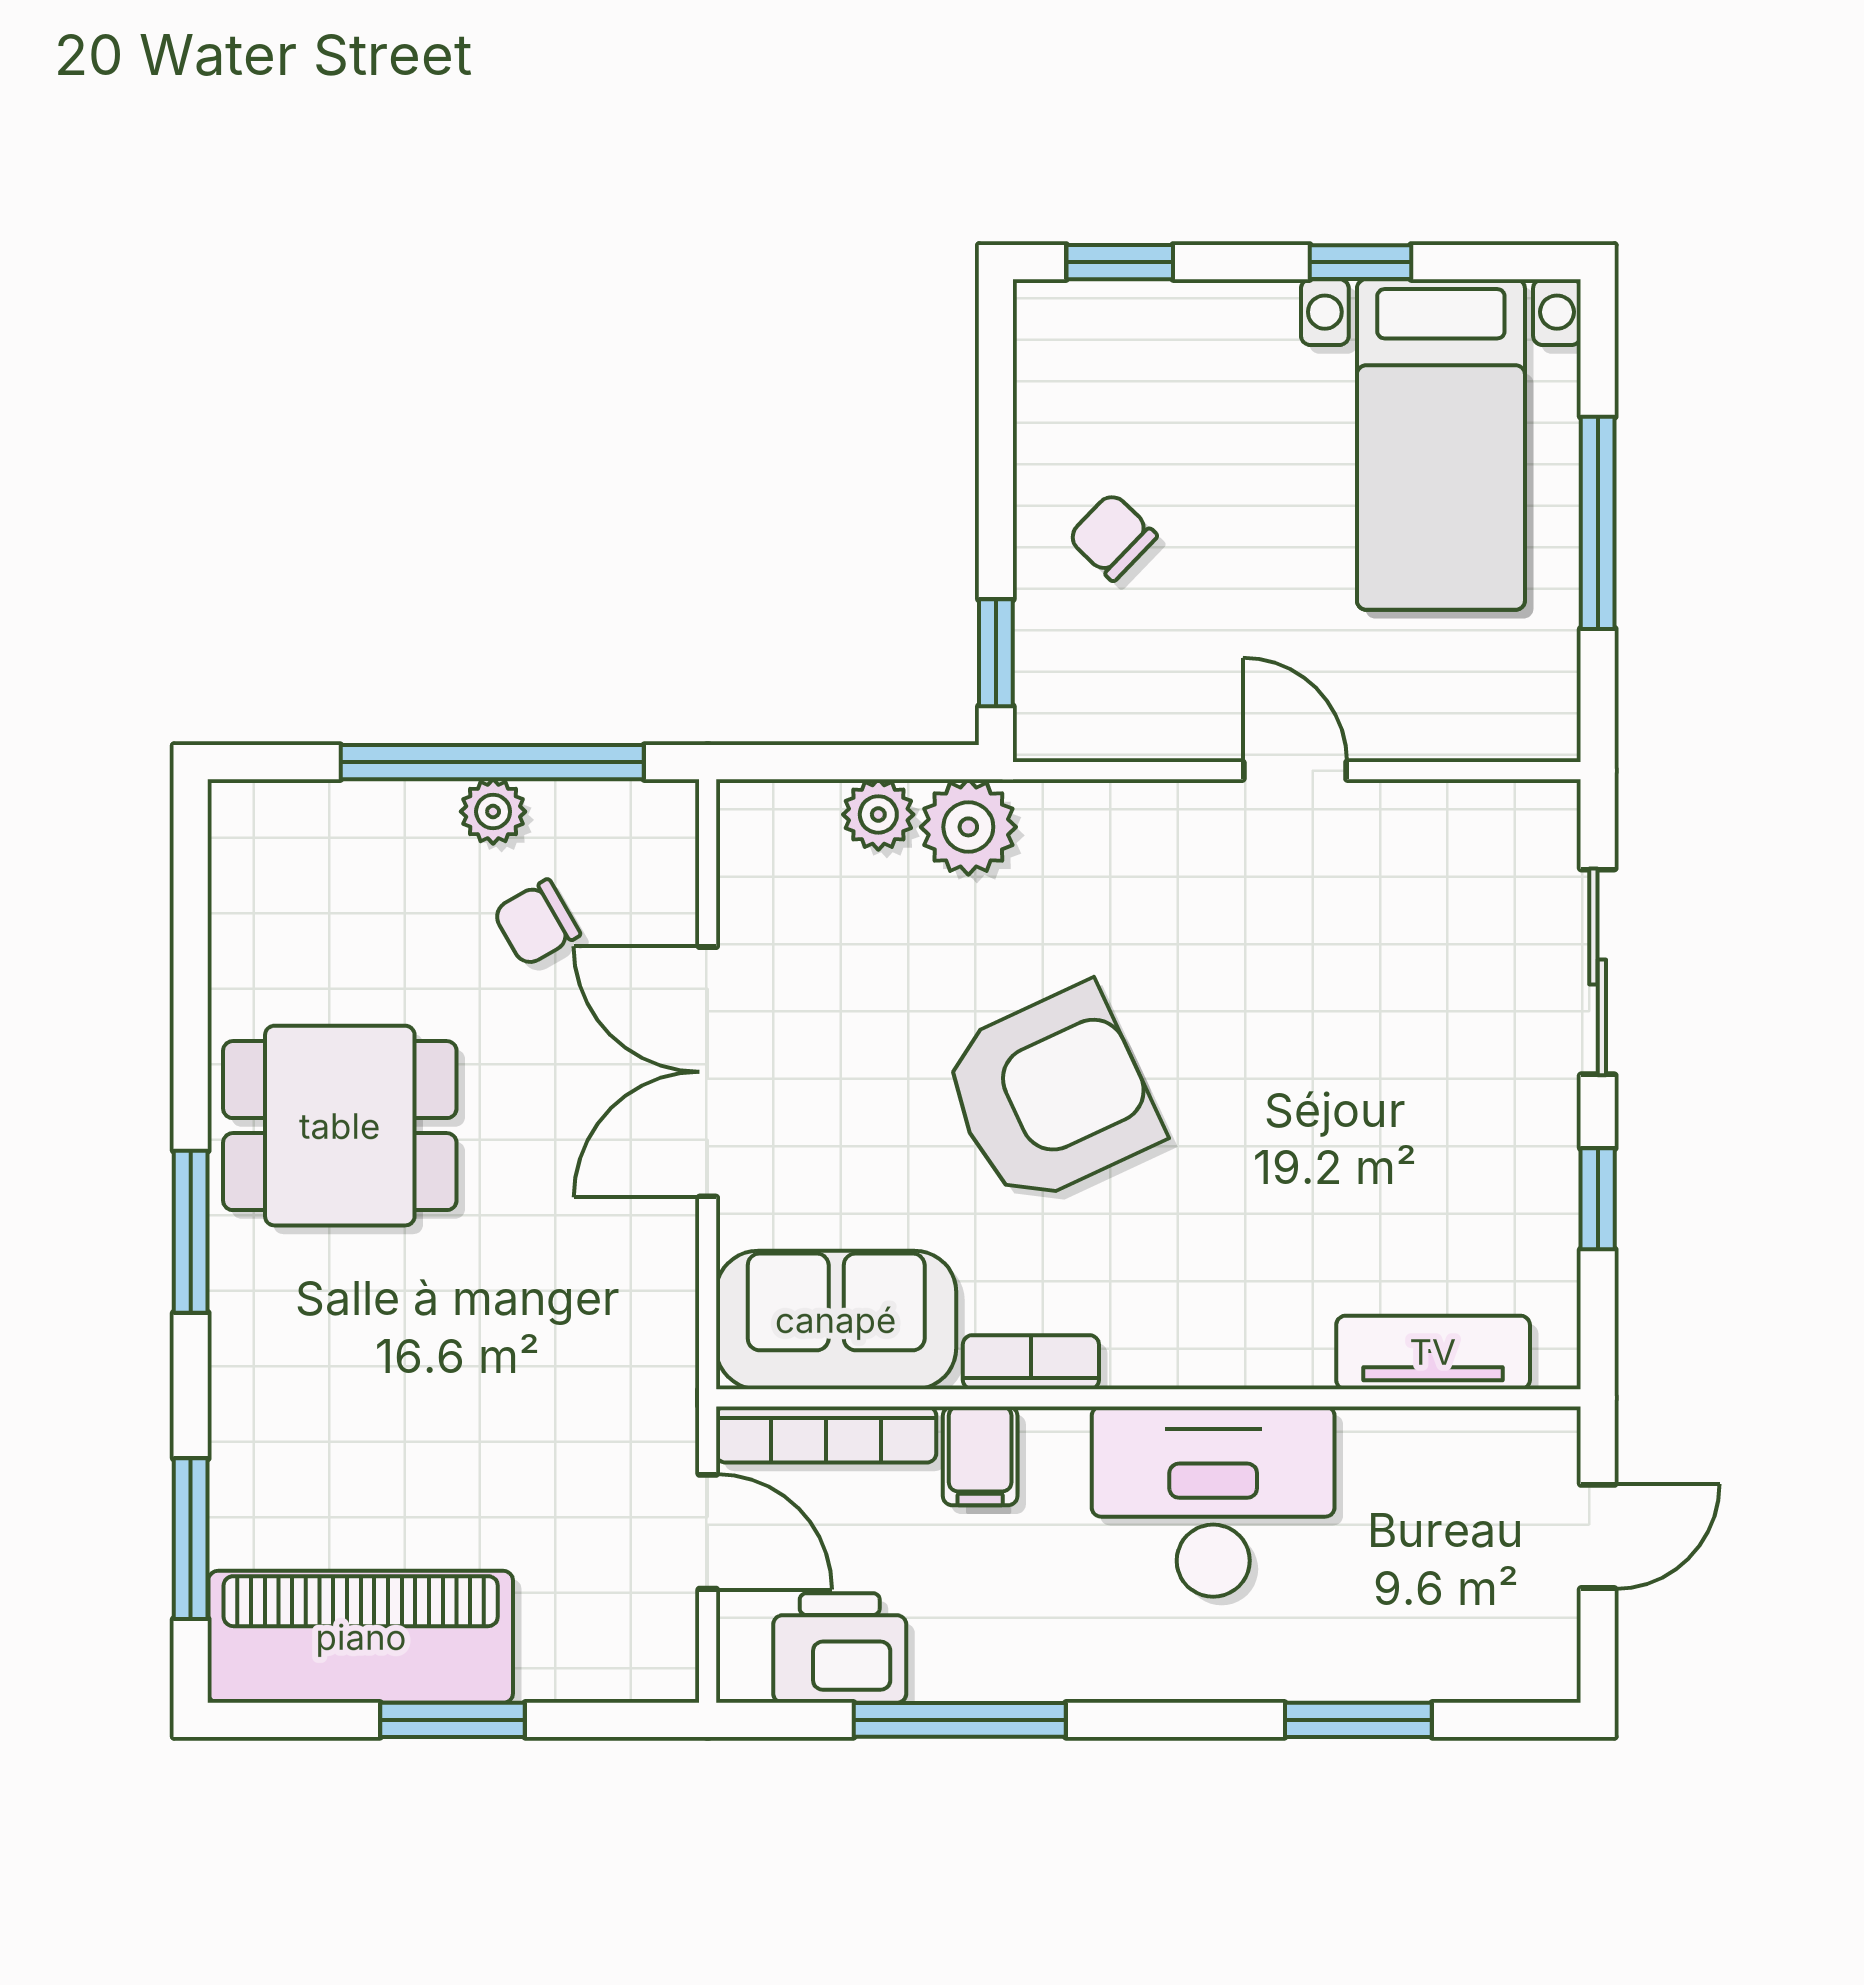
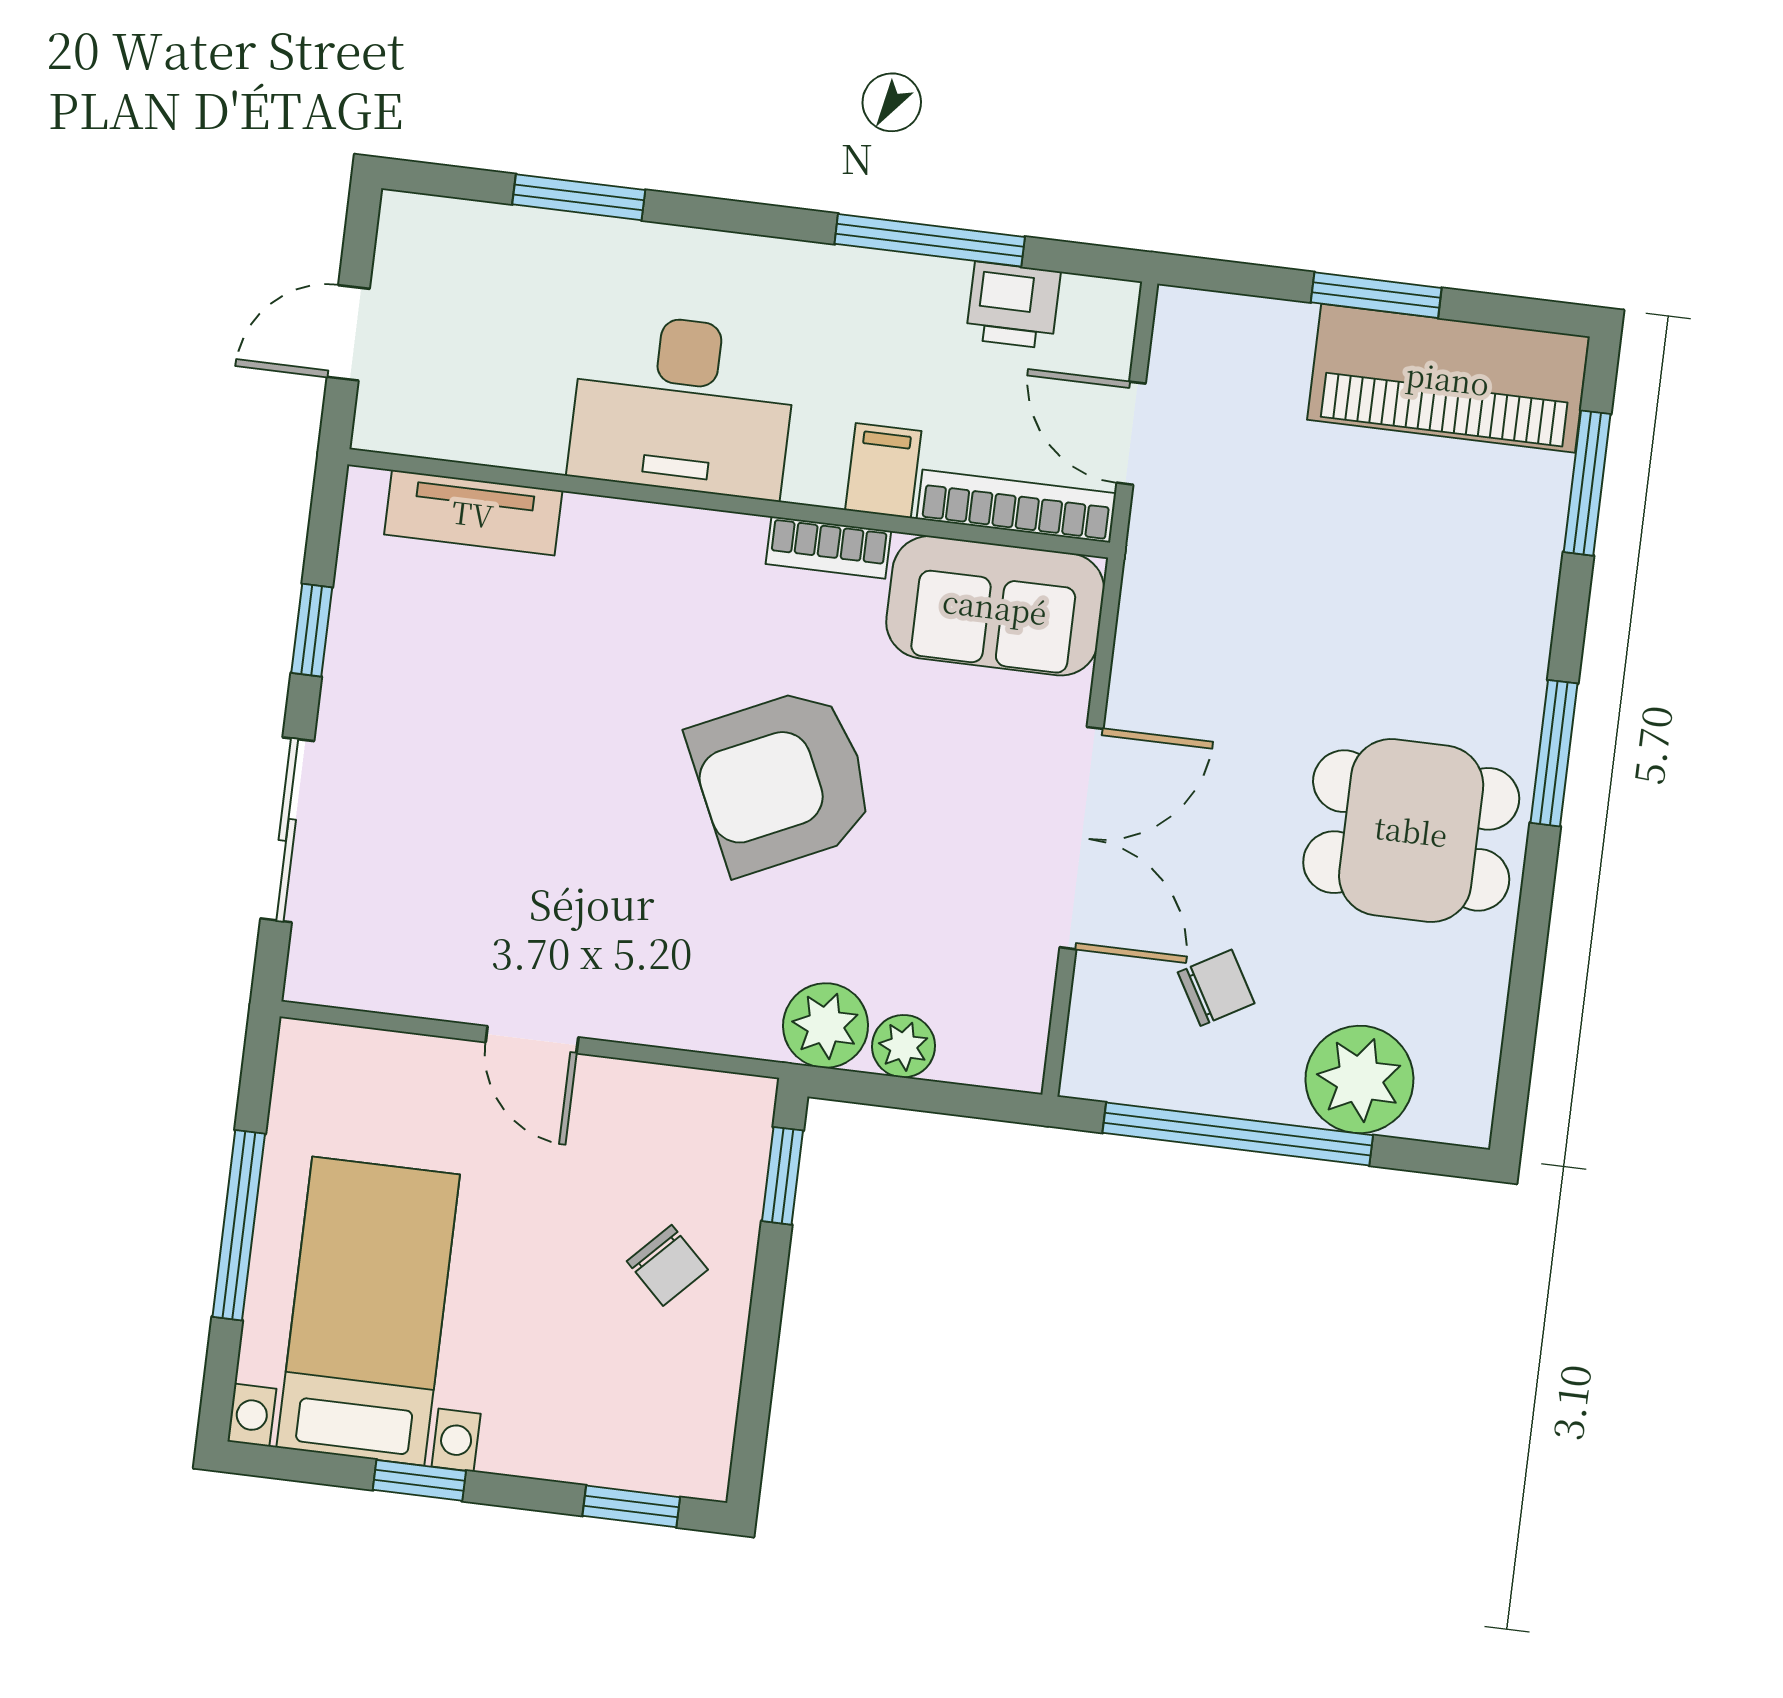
plant: (493, 812) -> (1359, 1079), moved, width x1.88, depth x1.88
printer: (840, 1648) -> (1013, 305), width x0.73, depth x0.81

